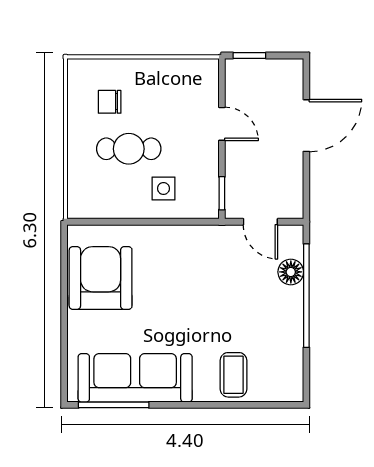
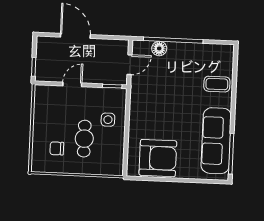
chair: (110, 102) -> (57, 148), turned 90
armchair: (101, 278) -> (158, 158), turned 180

